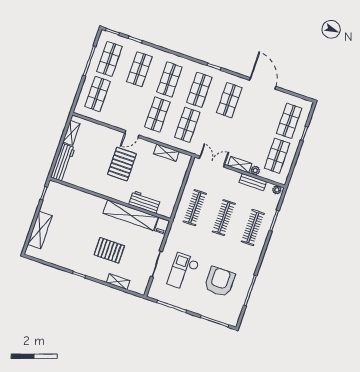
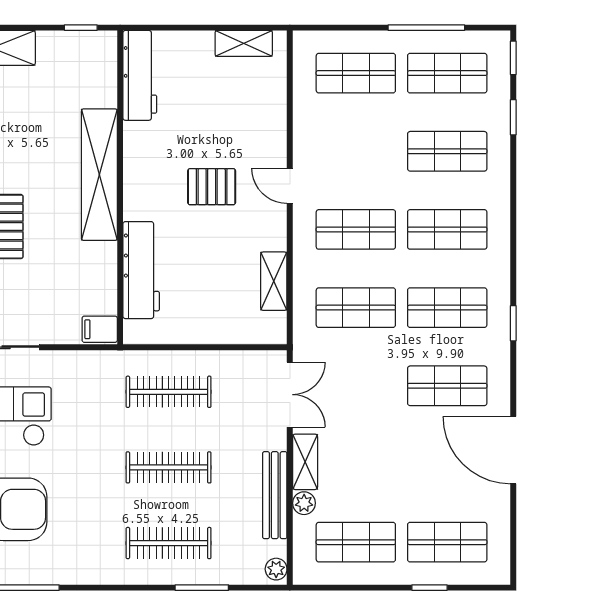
door: (263, 83) -> (513, 450), swing flipped
workbench: (63, 162) -> (140, 75), moved, turned -90
pallet: (122, 164) -> (212, 187), width x0.67, depth x0.71
bench: (253, 182) -> (275, 495), width x1.36
workbench: (145, 202) -> (141, 270), width x1.38
shelving: (131, 215) -> (99, 175), moved

